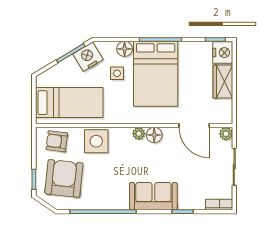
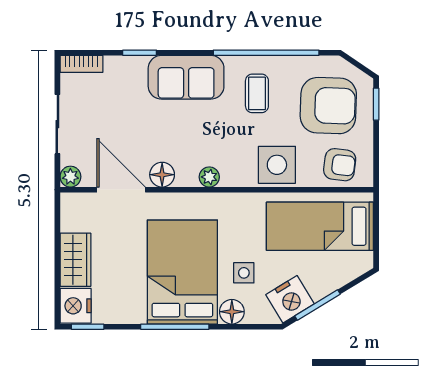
floor lamp: (154, 135) -> (162, 175), moved
armchair: (64, 178) -> (328, 106), turned -94
coffee table: (109, 186) -> (257, 93), added

